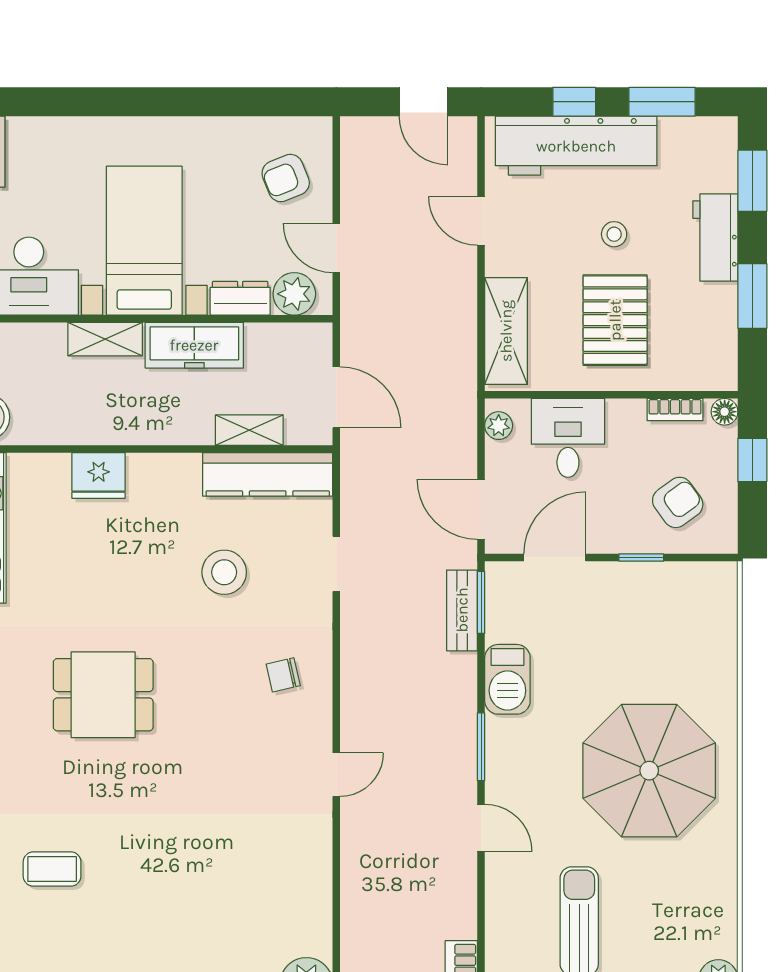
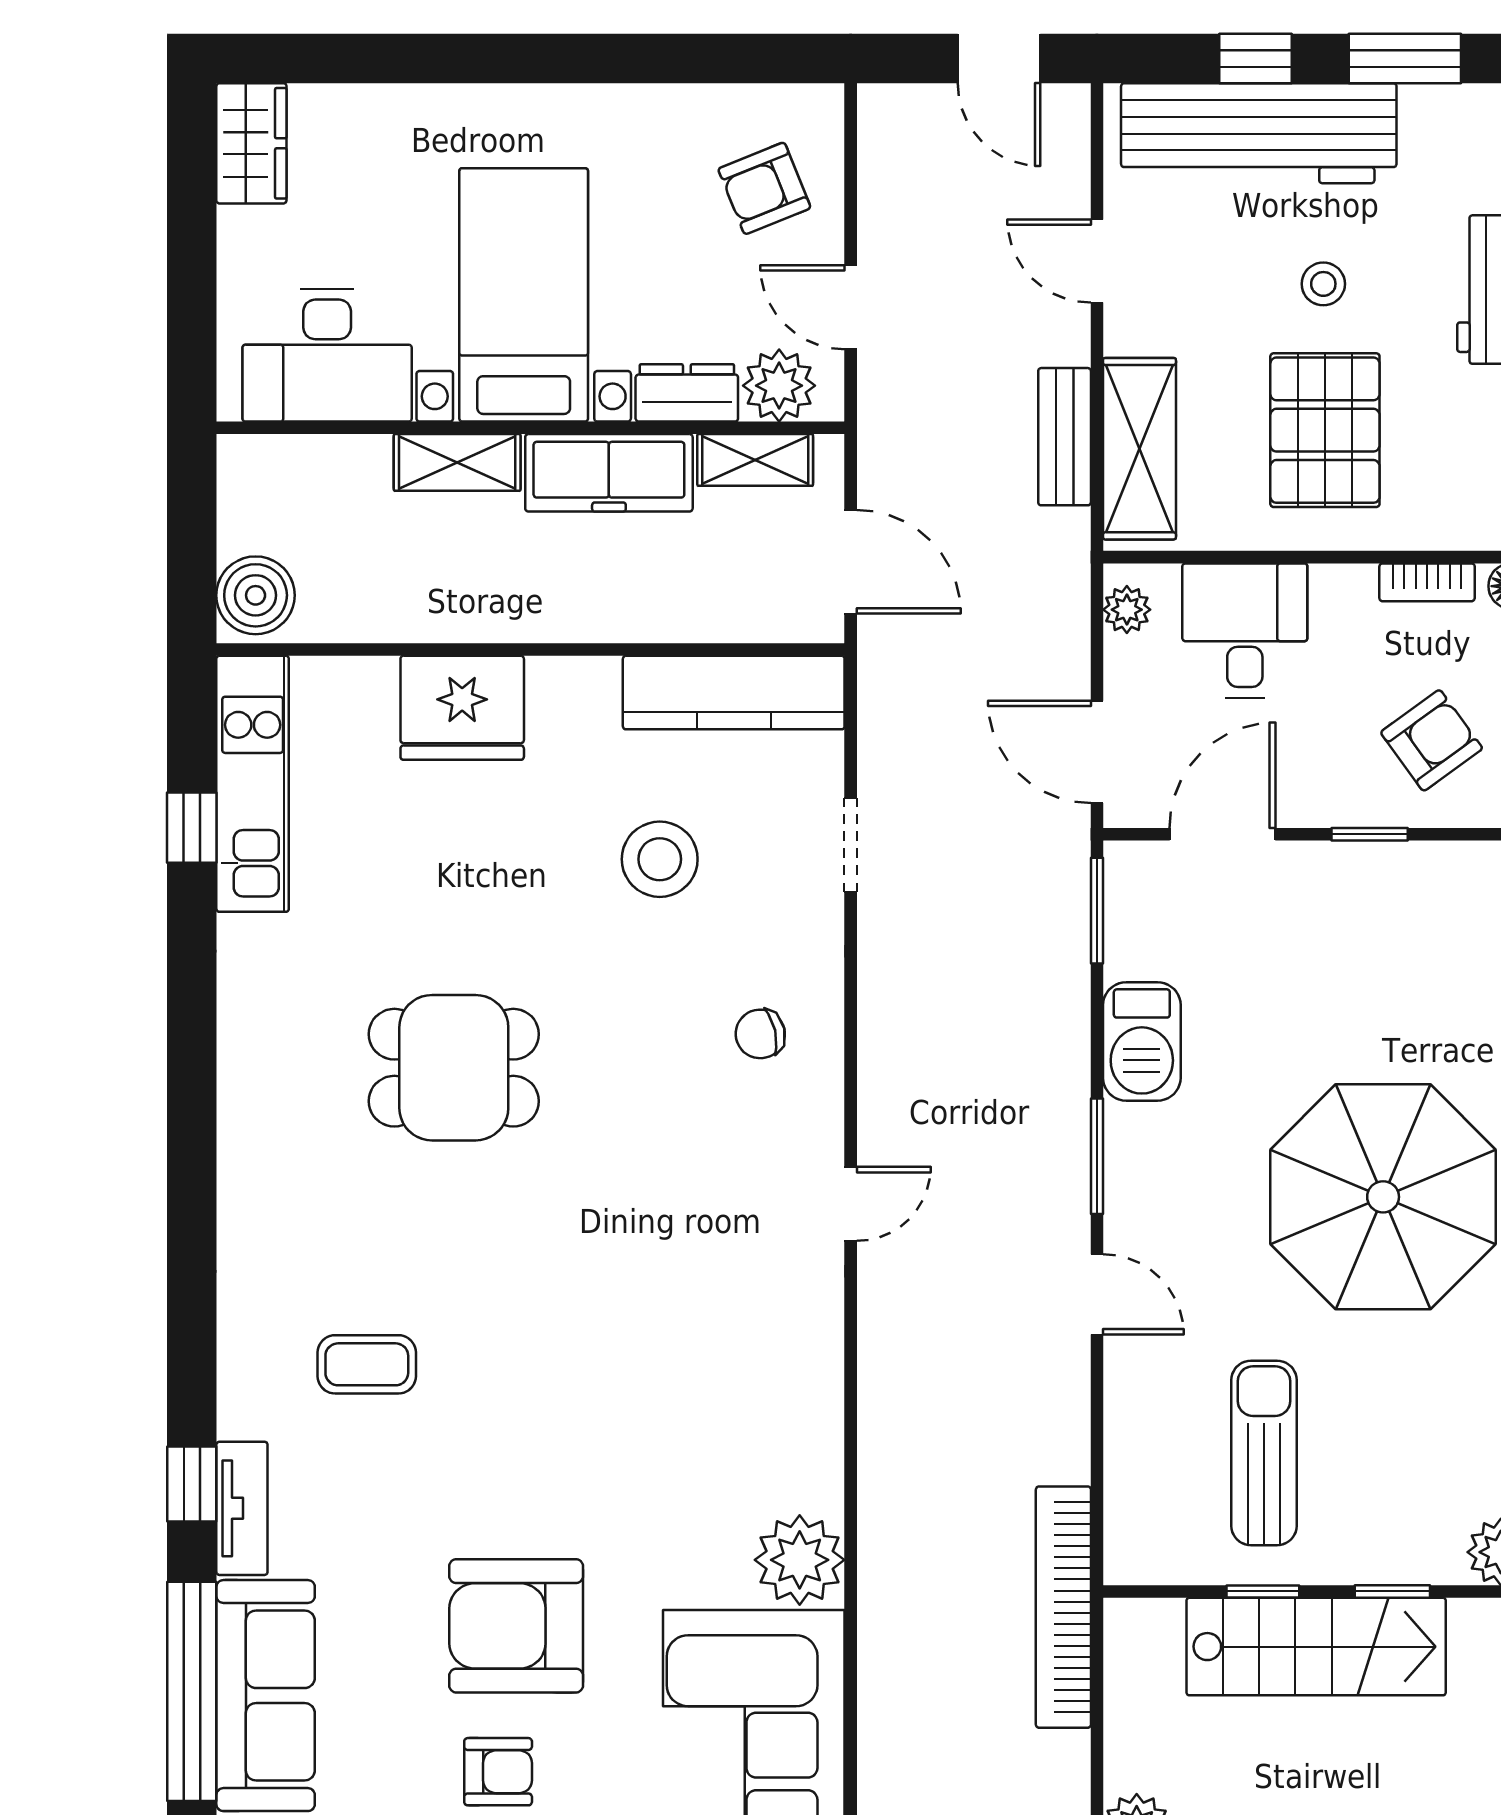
shelving: (249, 430) -> (755, 460), moved
fridge: (99, 476) -> (462, 708), width x1.36, depth x1.34
bench: (462, 610) -> (1065, 437), moved

